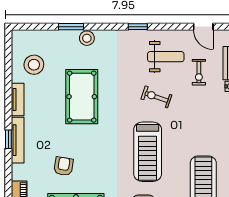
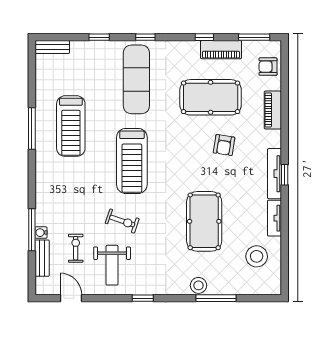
window: (71, 27) -> (216, 298), width x1.44
weight bench: (166, 57) -> (112, 265), turned -90
treadmill: (148, 152) -> (132, 161), turned 180

